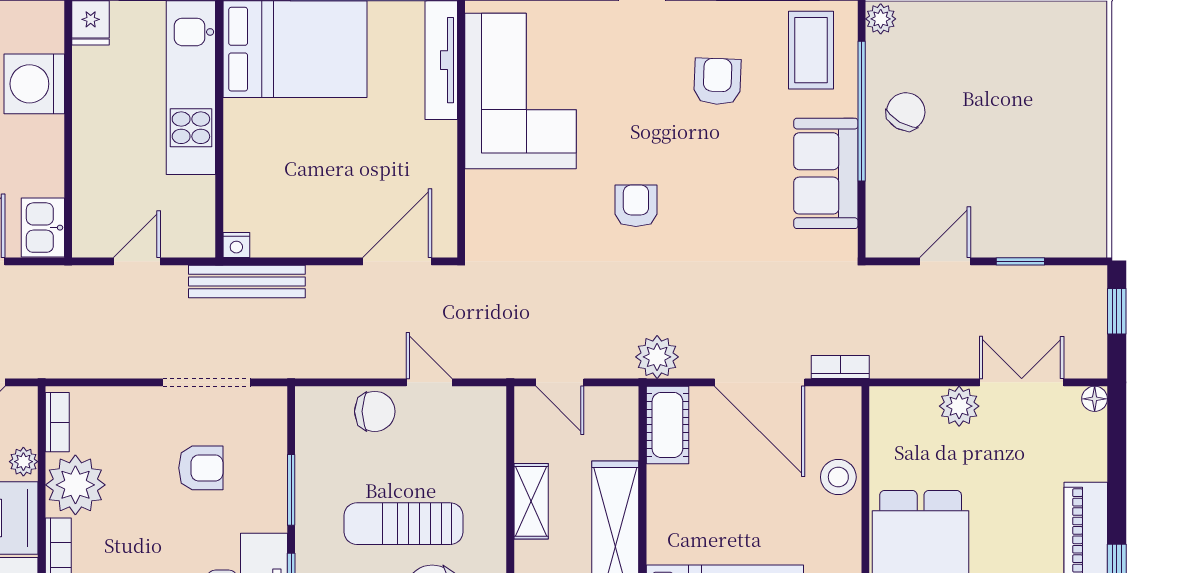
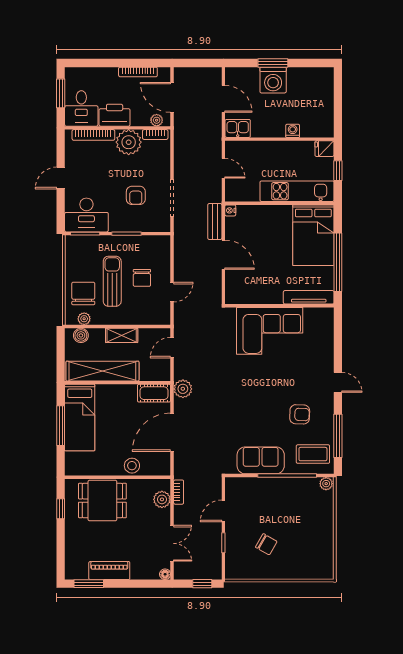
washing machine: (34, 84) -> (293, 131), width x0.53, depth x0.53
corner sofa: (520, 91) -> (270, 331), moved
chair: (906, 112) -> (266, 544), moved
armchair: (636, 206) -> (247, 380), removed
door: (397, 261) -> (223, 255), moved
door: (945, 261) -> (223, 511), swing flipped
bench: (247, 281) -> (215, 221), width x0.73
bookcase: (840, 367) -> (179, 492), moved
plant: (959, 406) -> (162, 499), moved
chair: (375, 411) -> (142, 278), moved
plant: (23, 462) -> (157, 120), moved

